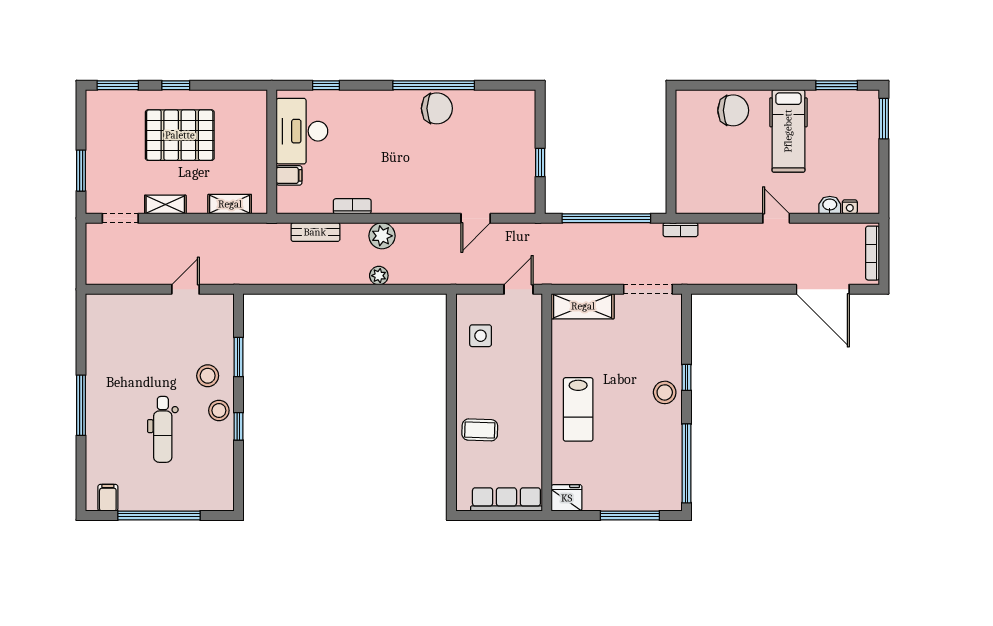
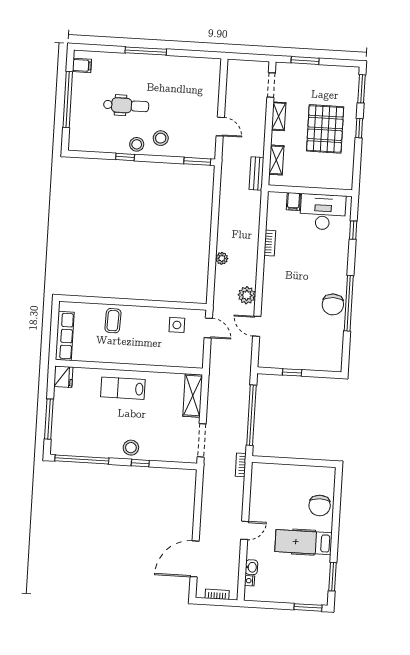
bench: (315, 232) -> (256, 173), moved
plant: (382, 236) -> (247, 295), moved
bookcase: (873, 253) -> (217, 594), width x0.64
door: (519, 289) -> (208, 328), moved
window: (239, 357) -> (197, 161), moved
dental chair: (163, 429) -> (126, 106), turned 180

